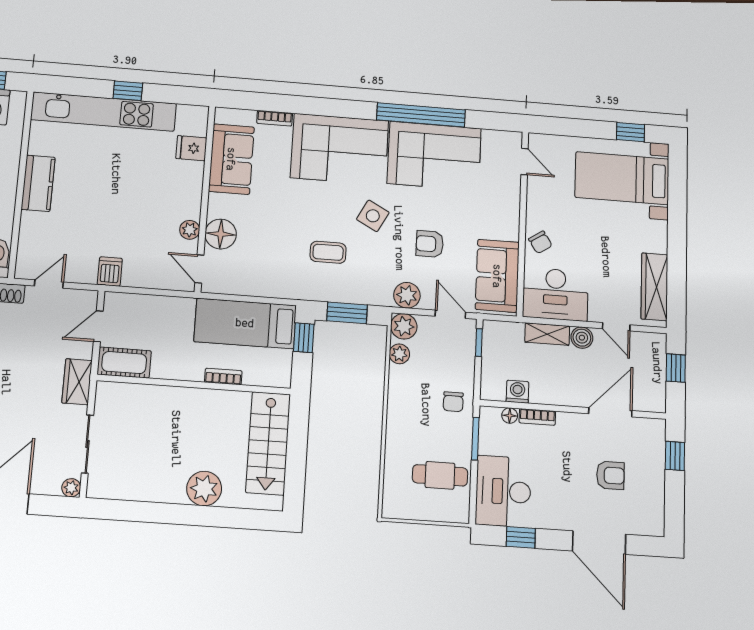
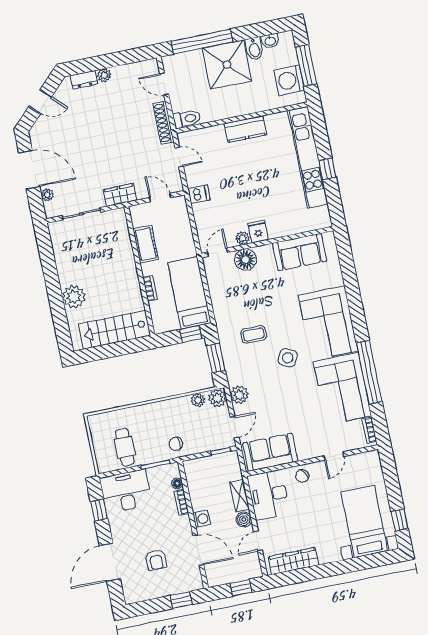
bookcase: (275, 118) -> (369, 430), moved
fridge: (191, 148) -> (258, 232), moved
door: (524, 162) -> (334, 456), moved
armchair: (430, 244) -> (279, 401), removed
coffee table: (328, 252) -> (254, 334), turned 90
cot: (124, 363) -> (146, 244), moved
washing machine: (518, 392) -> (202, 519), moved
plant: (71, 488) -> (47, 195), moved

